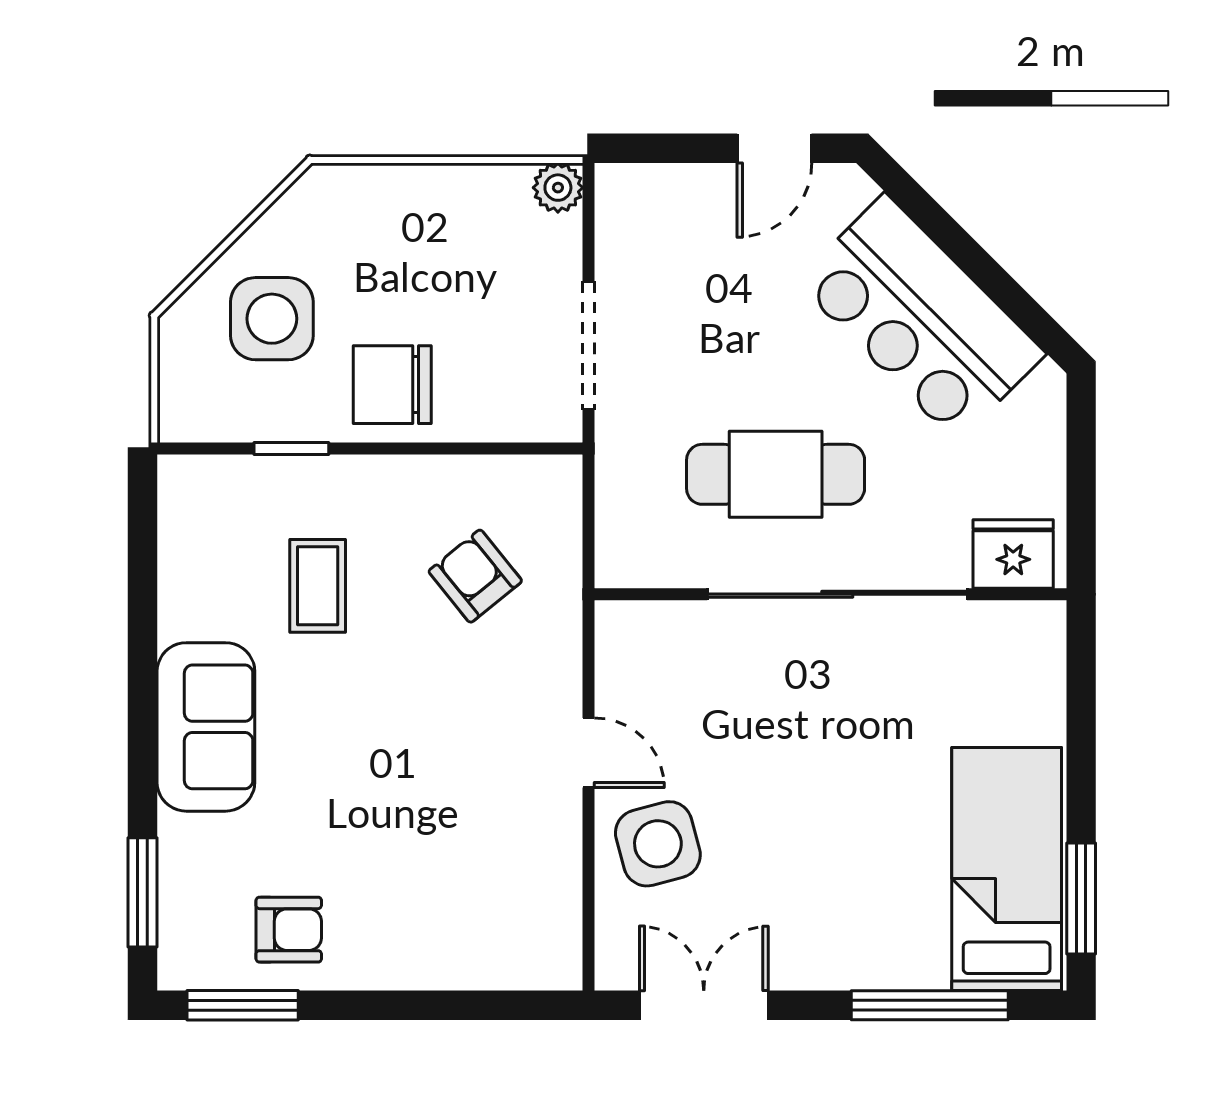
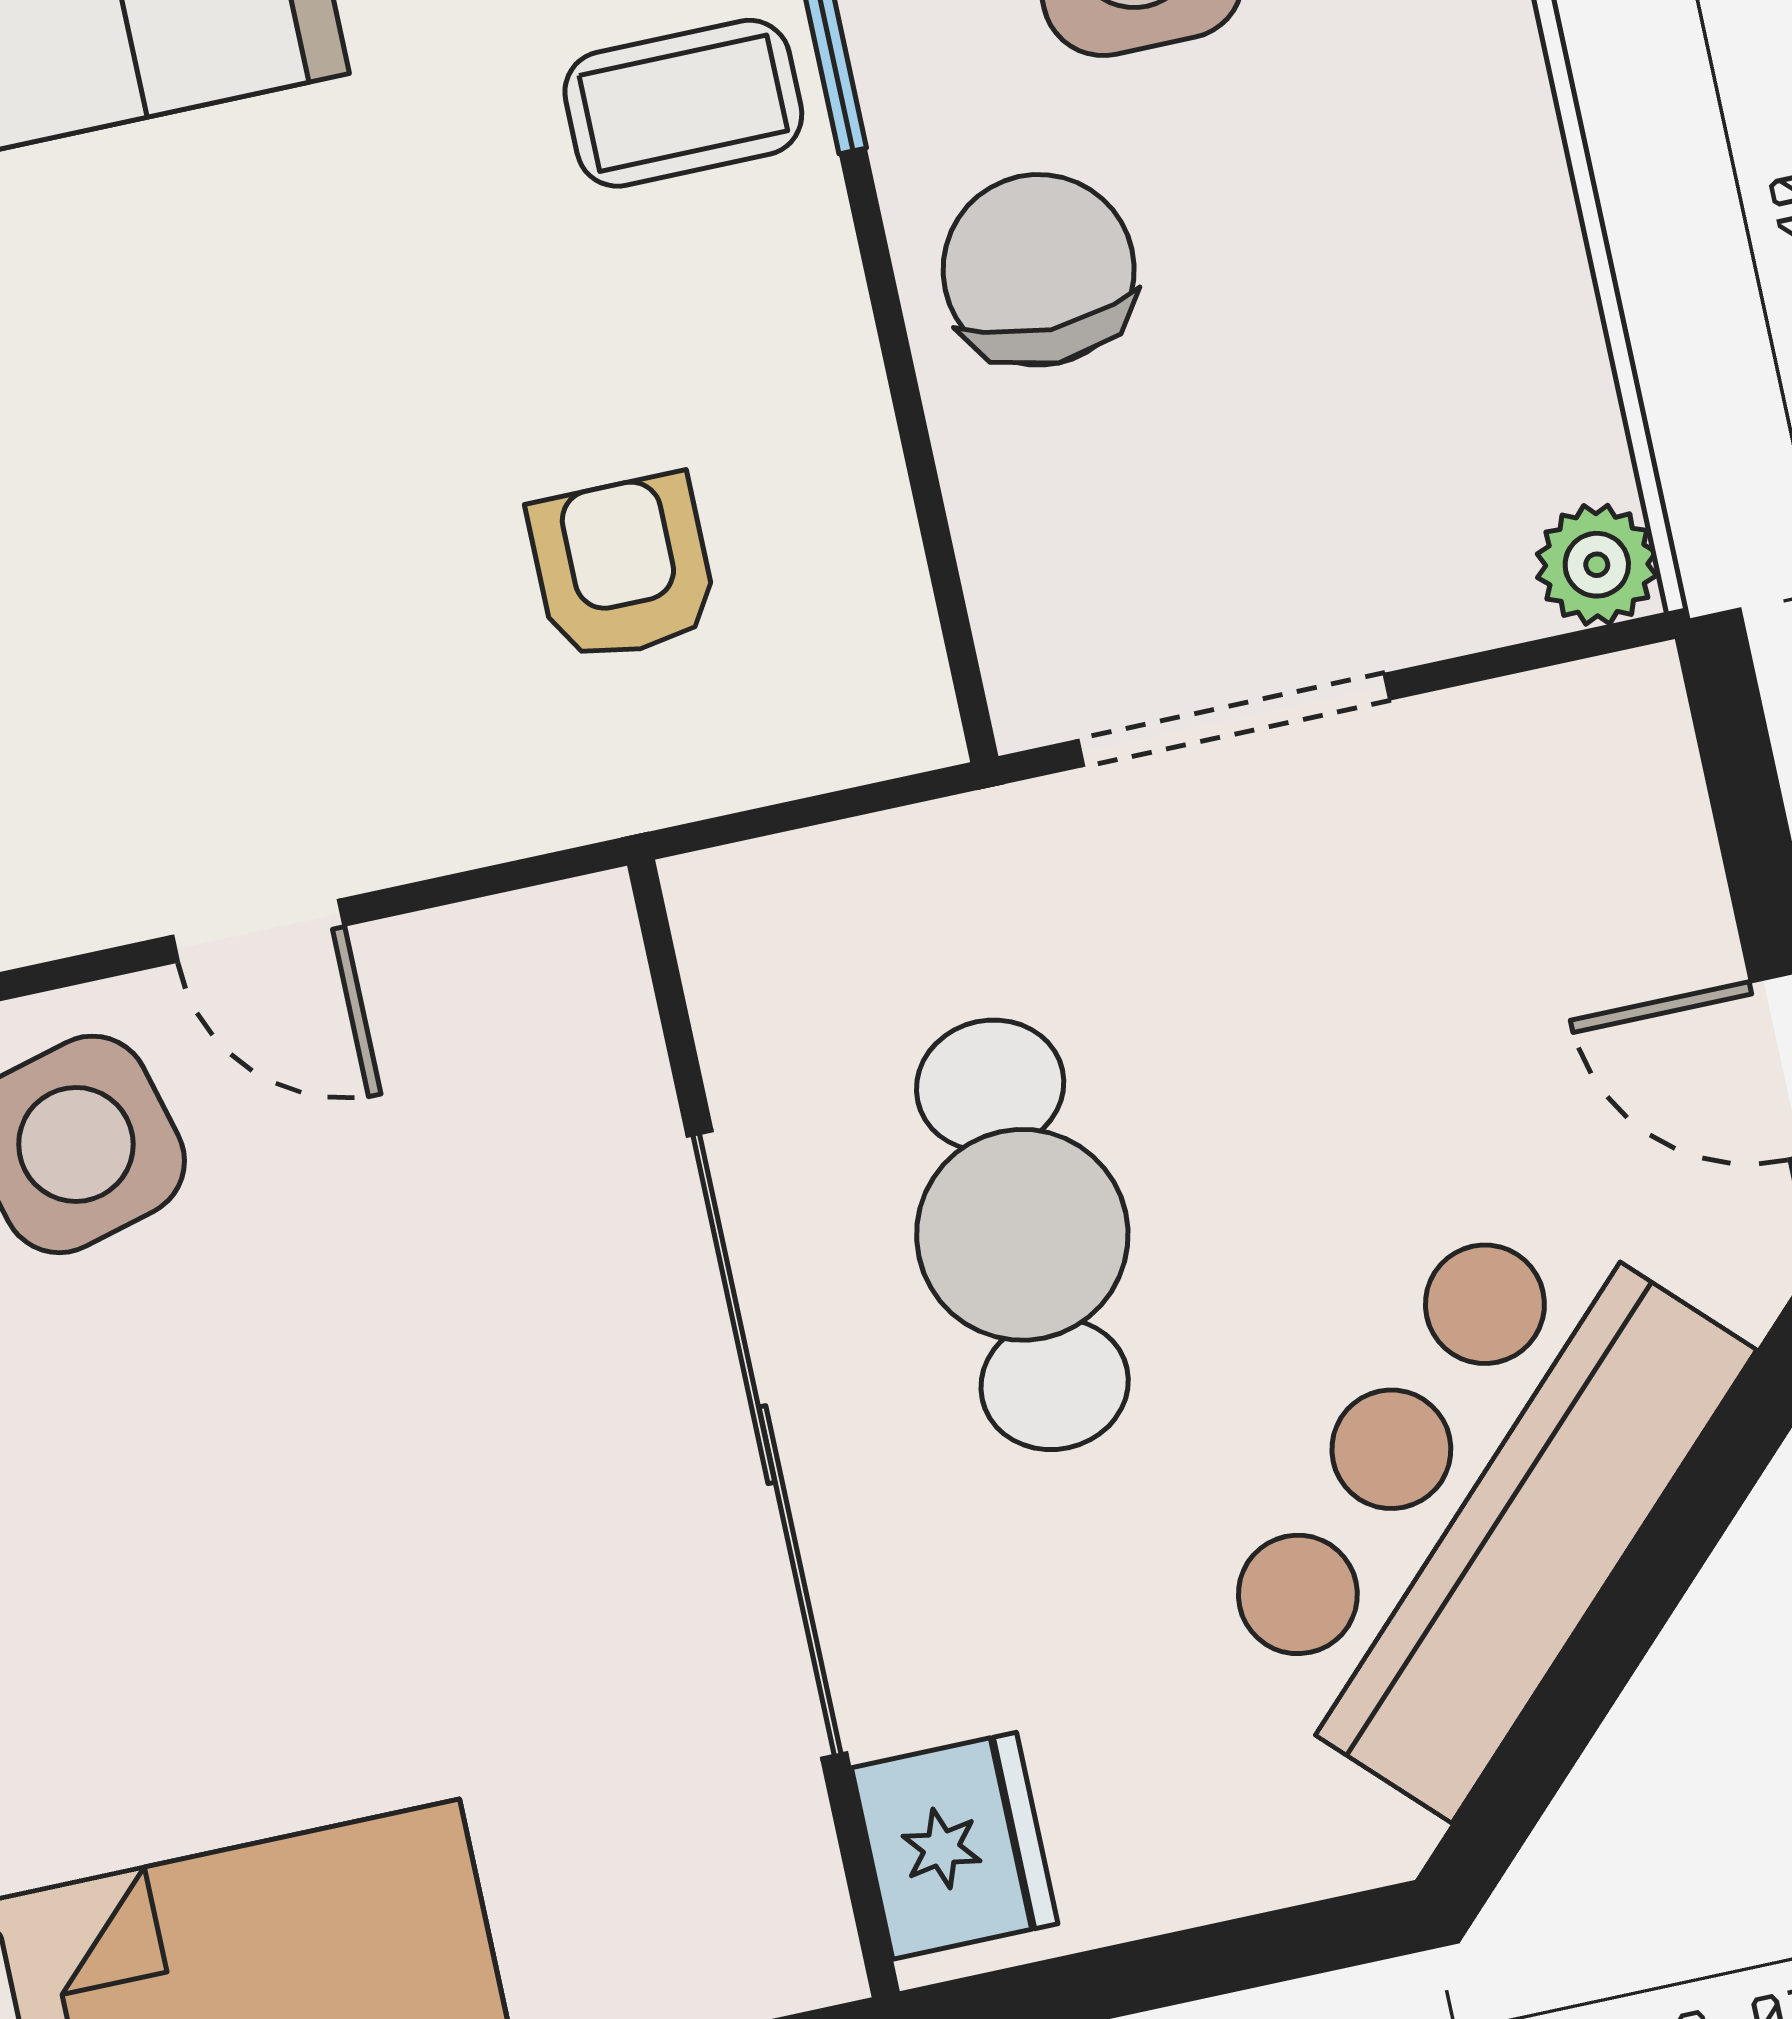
armchair: (475, 576) -> (623, 568), turned -51
coffee table: (318, 586) -> (683, 103), moved
door: (588, 753) -> (258, 931), hinge flipped

